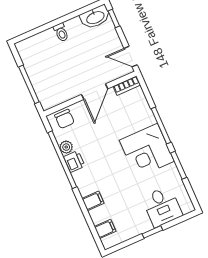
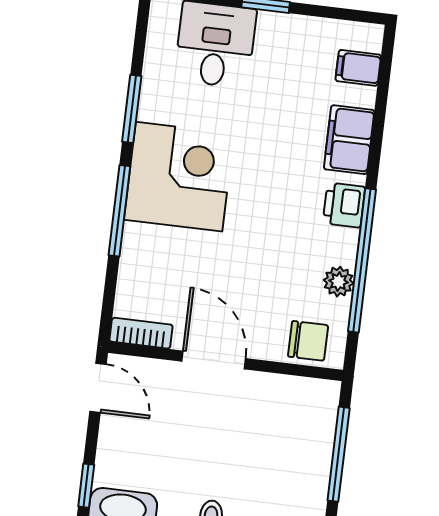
door: (95, 92) -> (214, 360), hinge flipped
chair: (64, 119) -> (308, 341), turned 90
printer: (74, 161) -> (344, 205), moved
filing cabinet: (93, 201) -> (349, 140), width x2.00

